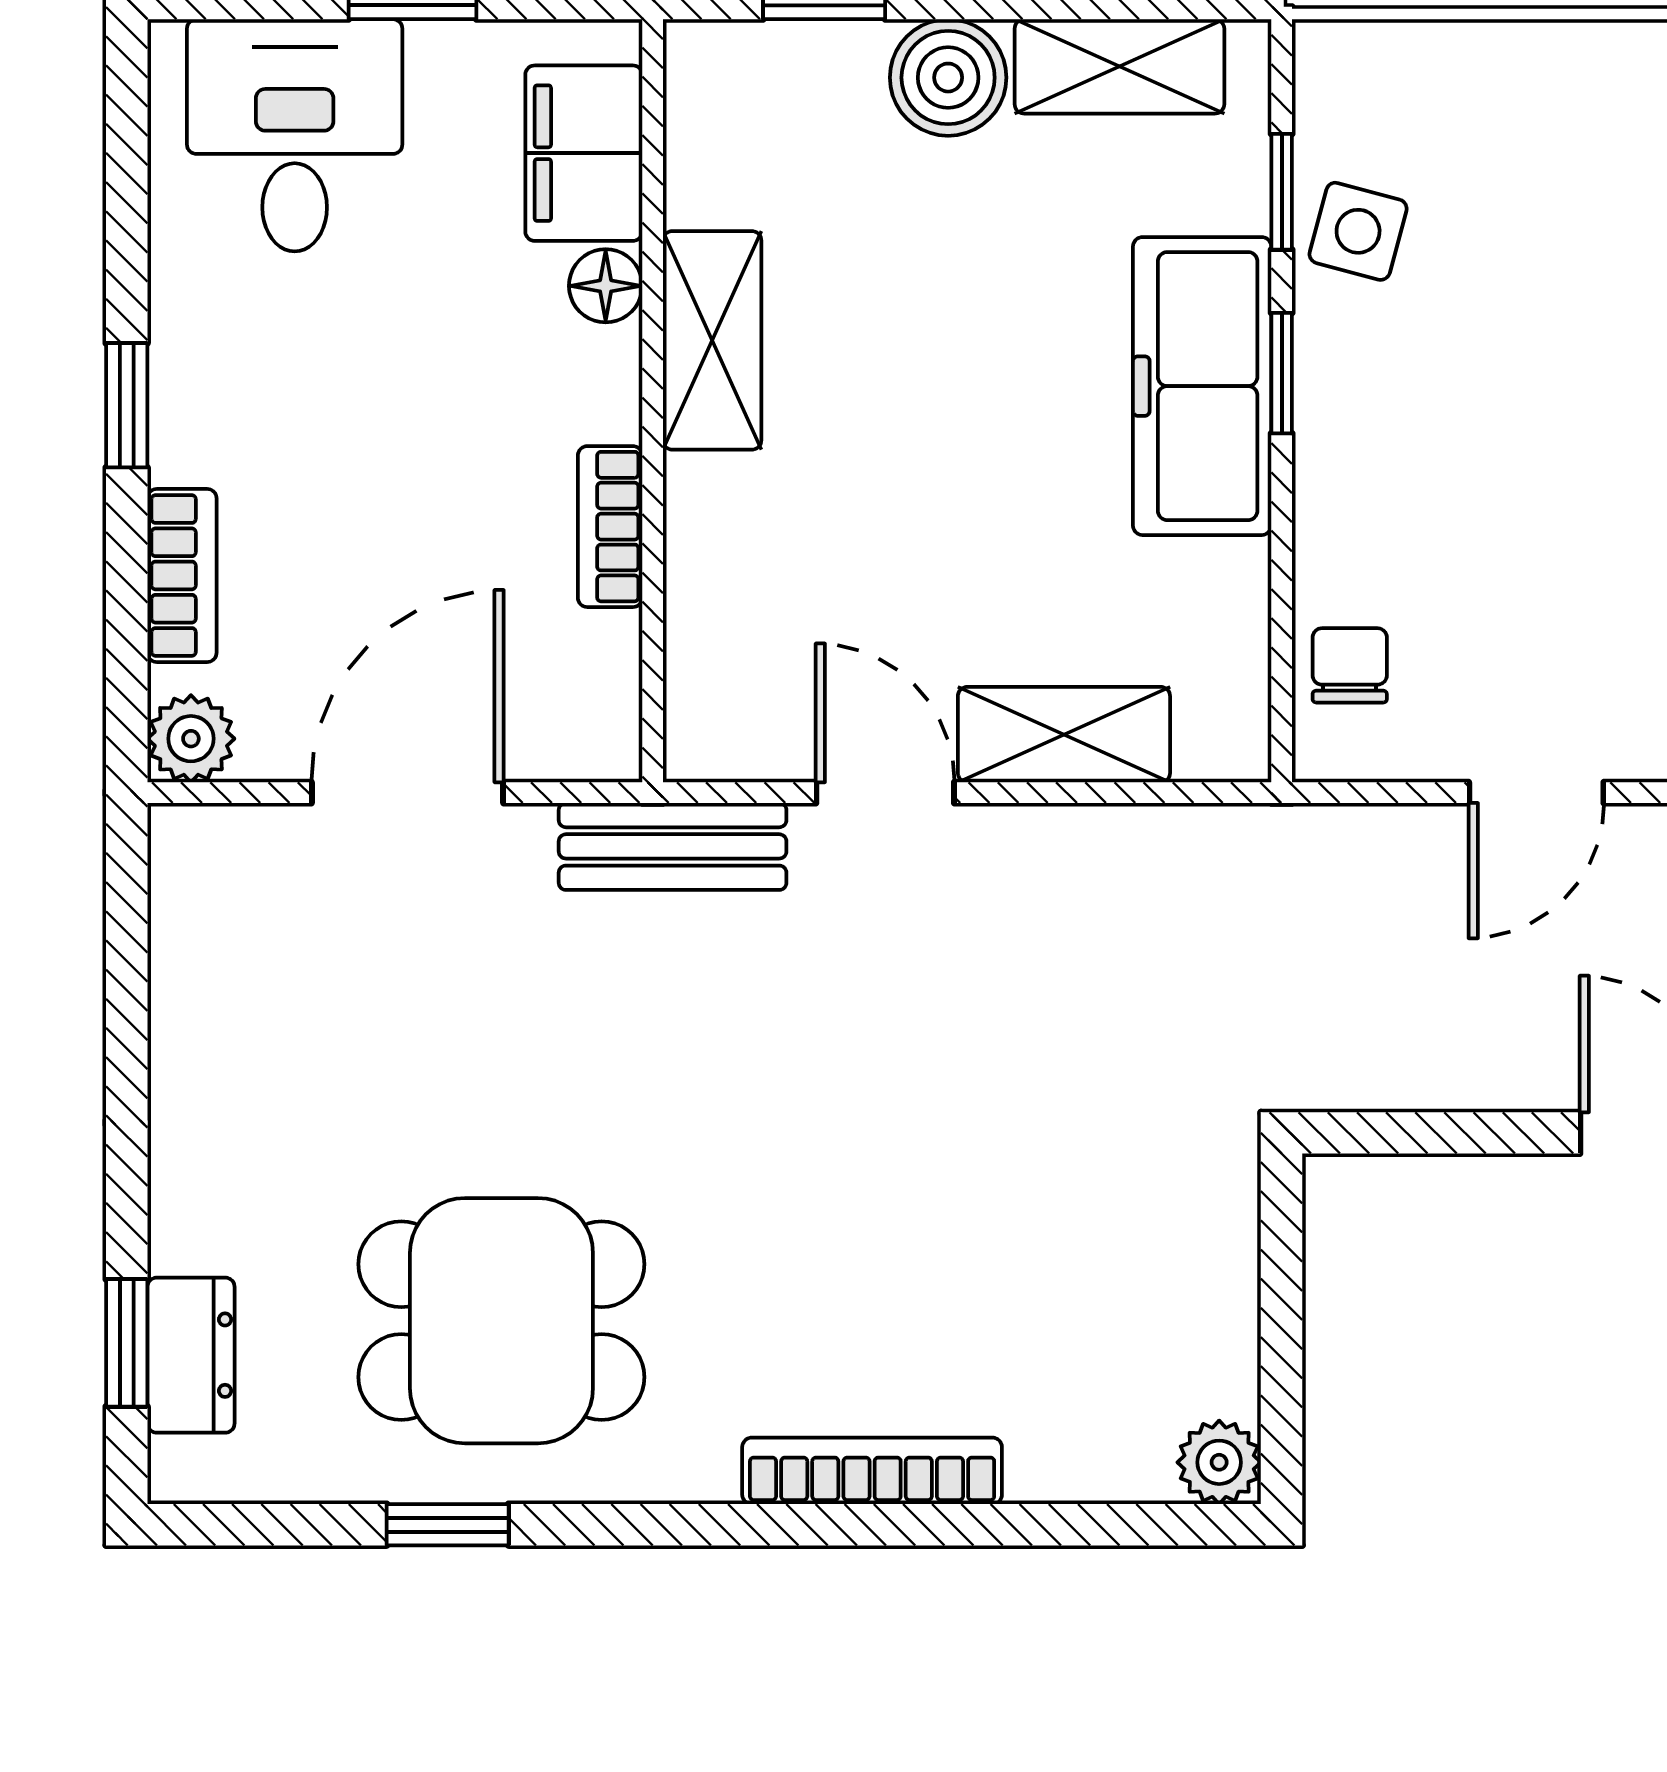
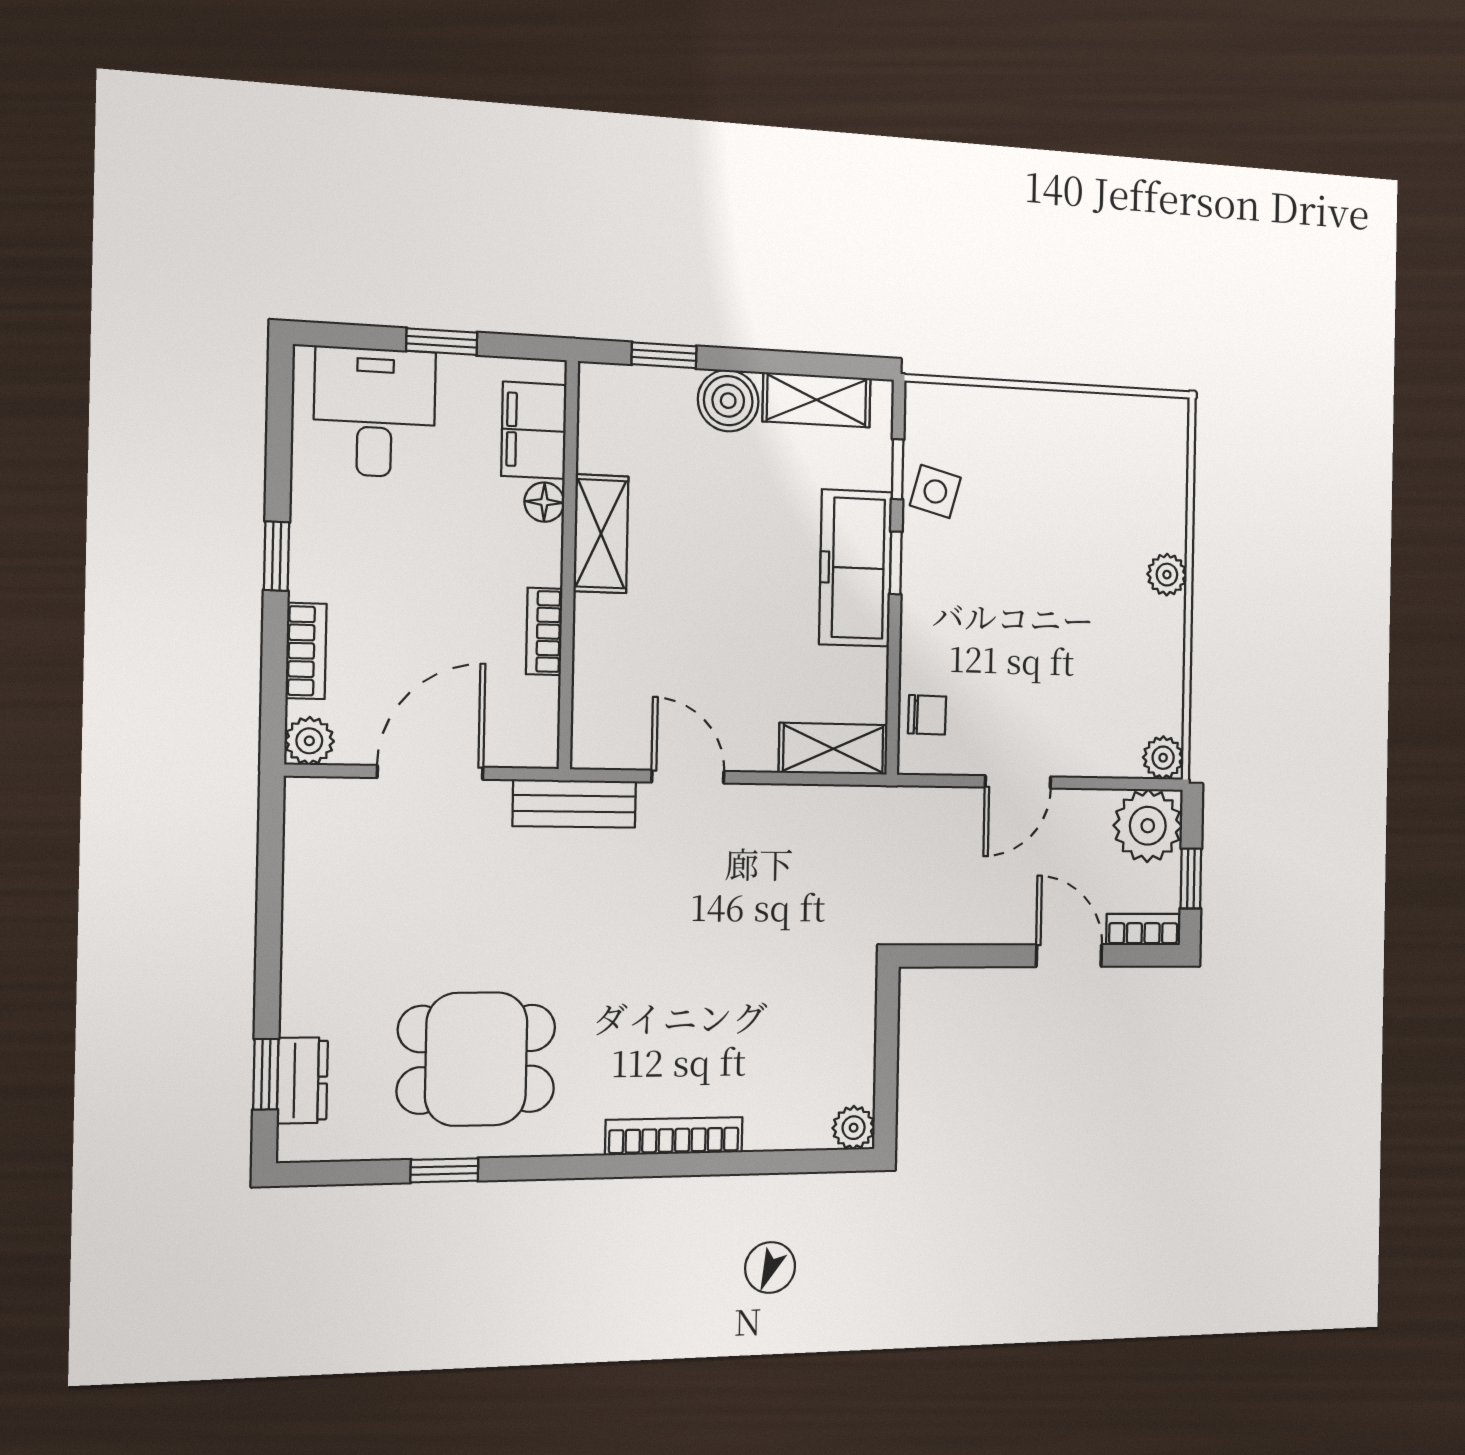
chair: (1350, 665) -> (927, 715), turned 91
shelving: (1064, 735) -> (833, 749), moved

